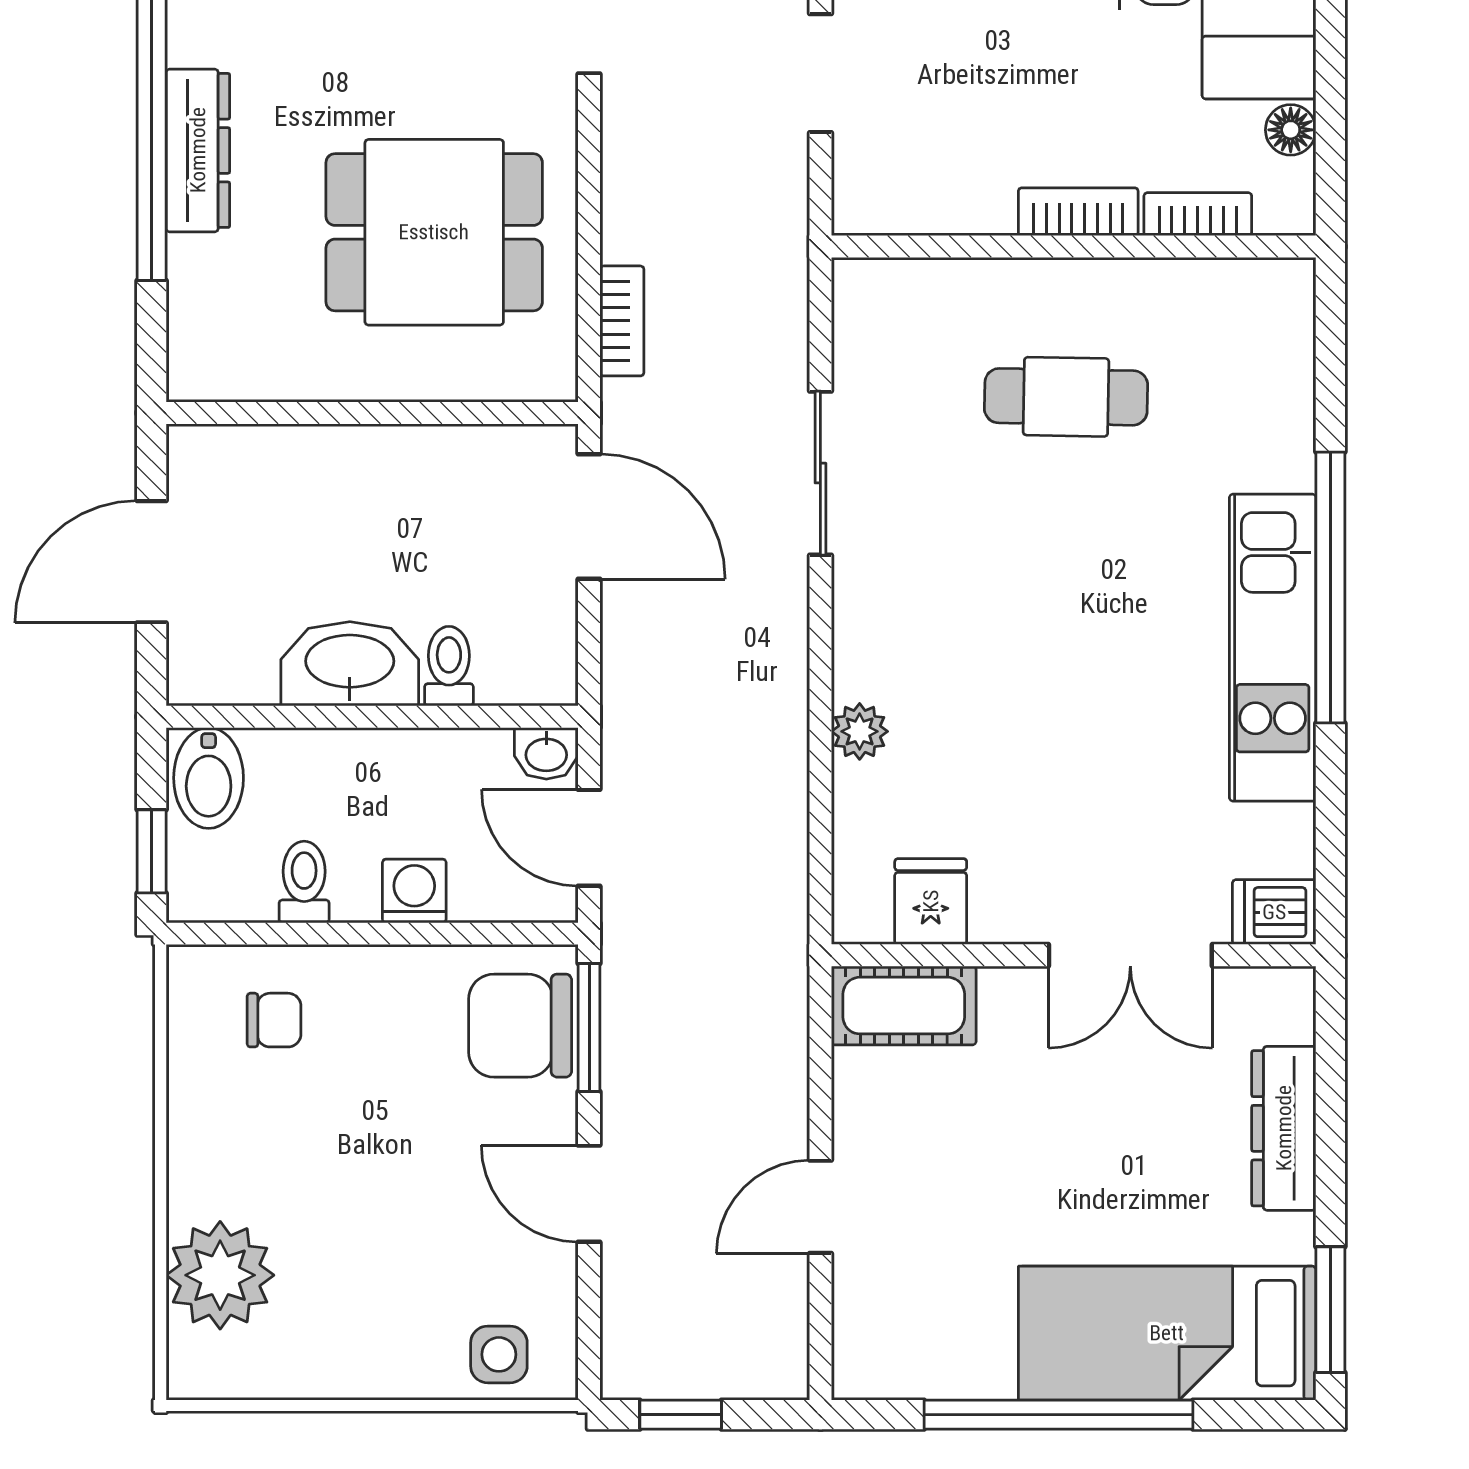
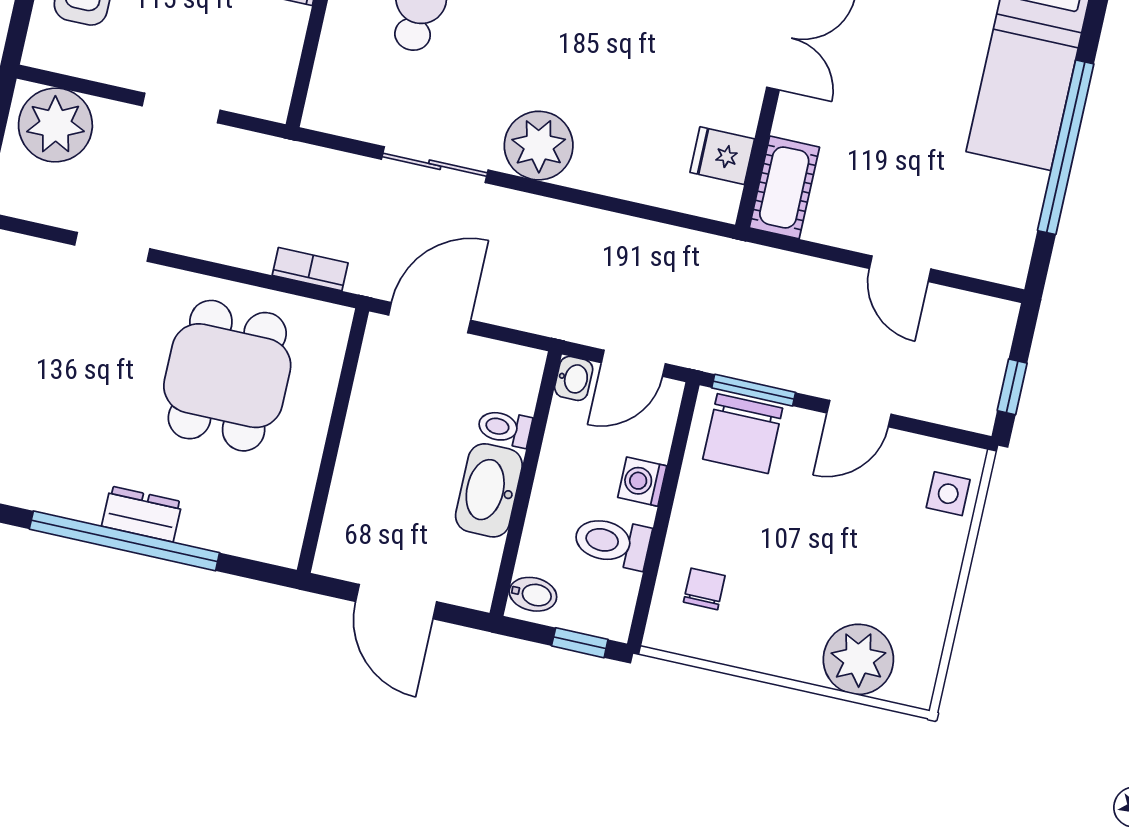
dresser: (198, 150) -> (142, 514), width x0.70
plant: (860, 731) -> (539, 146), moved, width x1.88, depth x1.88
bidet: (209, 778) -> (533, 594), width x0.72, depth x0.74
toilet: (304, 882) -> (612, 542), width x1.37, depth x1.39

